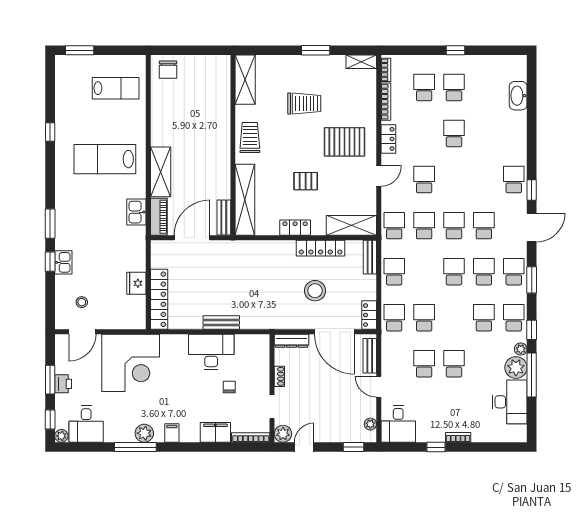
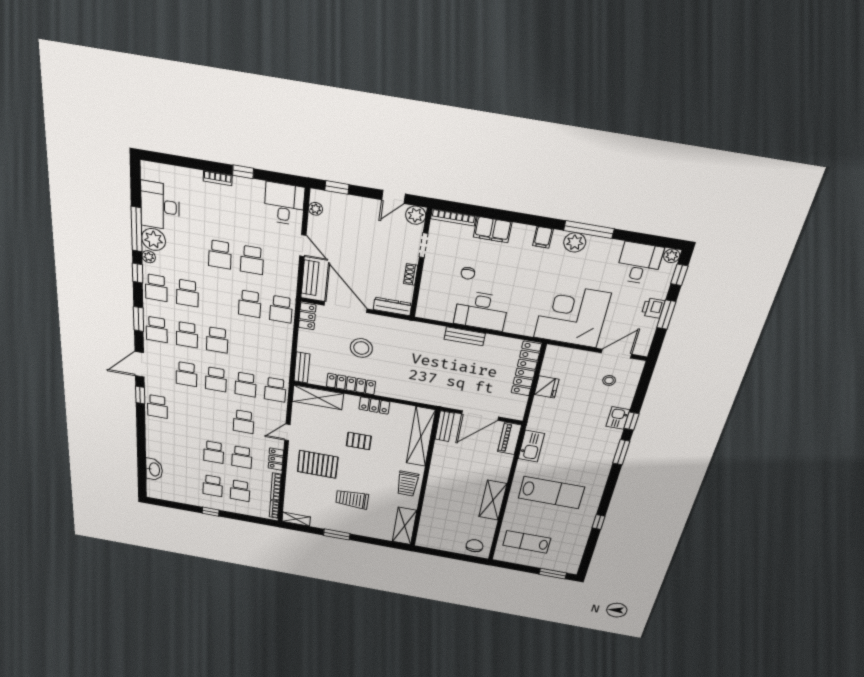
shelving: (161, 172) -> (493, 500), moved
kitchen sink: (136, 212) -> (531, 446), width x1.38
school desk: (394, 272) -> (242, 457), moved

